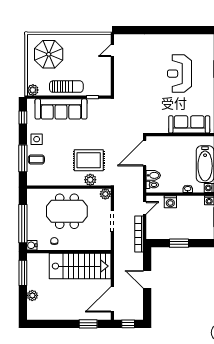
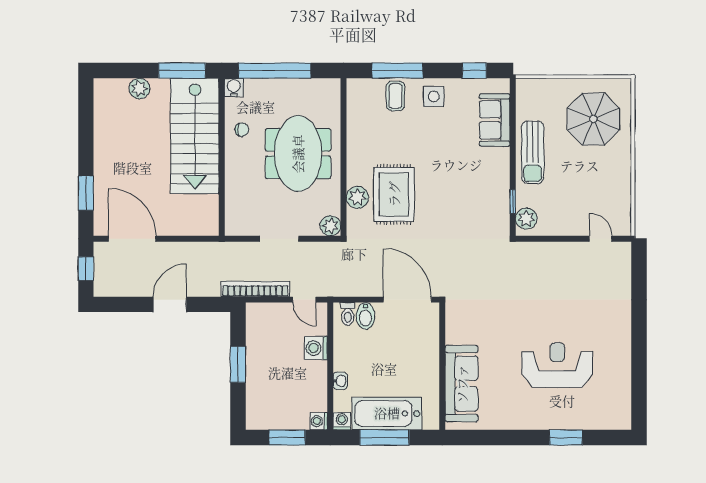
plant: (33, 90) -> (526, 219), moved
sofa: (61, 109) -> (495, 120), width x0.54, depth x0.79
stairs: (80, 266) -> (195, 136), moved

